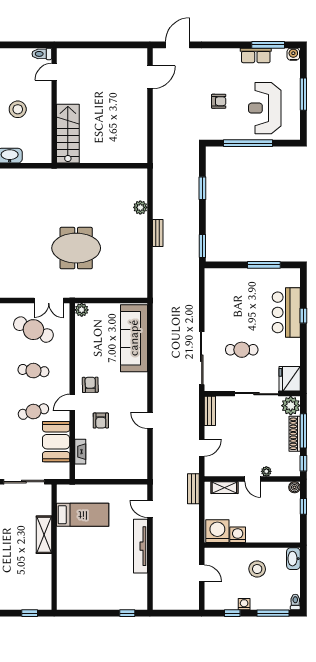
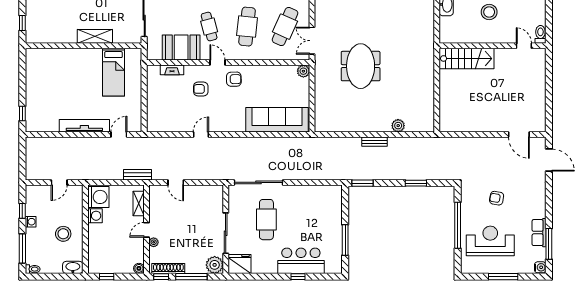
armchair: (219, 101) -> (497, 198), turned 99
cafe table: (242, 350) -> (266, 220), width x1.37, depth x1.35
cafe table: (33, 371) -> (247, 27), width x1.37, depth x1.35
bench: (210, 411) -> (210, 190), removed
shoe rack: (295, 434) -> (168, 269), moved
window: (303, 506) -> (107, 277), moved

